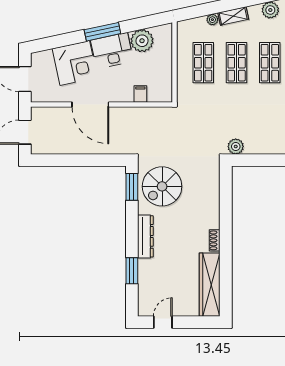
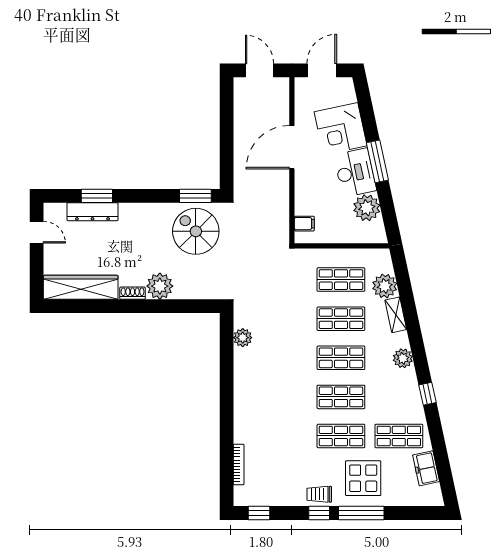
plant: (212, 20) -> (385, 286), width x1.88, depth x1.88
filing cabinet: (140, 94) -> (304, 224), moved
plant: (236, 146) -> (243, 338), moved
plant: (209, 217) -> (160, 286), added
dresser: (145, 236) -> (92, 212), moved

